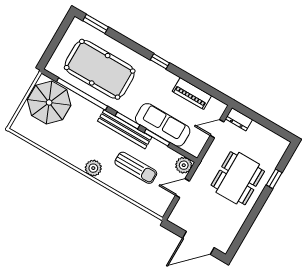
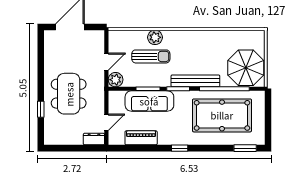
bench: (125, 129) -> (195, 81), moved
plant: (93, 168) -> (155, 37), moved
sun lounger: (136, 168) -> (151, 56), turned 180

